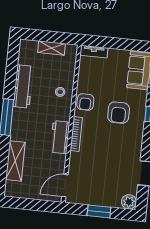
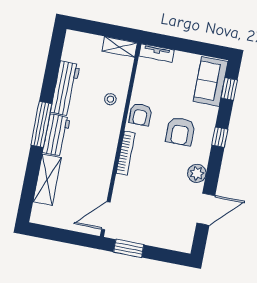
shelving: (52, 48) -> (120, 47), moved
workbench: (60, 137) -> (56, 135), moved, turned 180
plant: (129, 202) -> (197, 173), moved
window: (99, 211) -> (129, 248), moved

